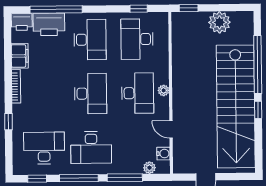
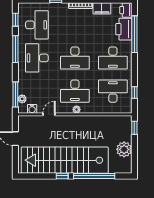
window: (125, 178) -> (15, 94), moved

